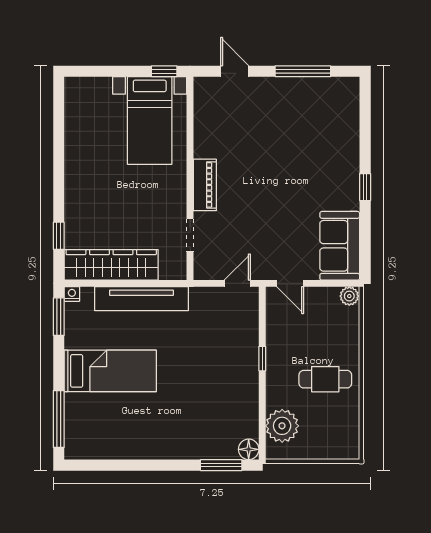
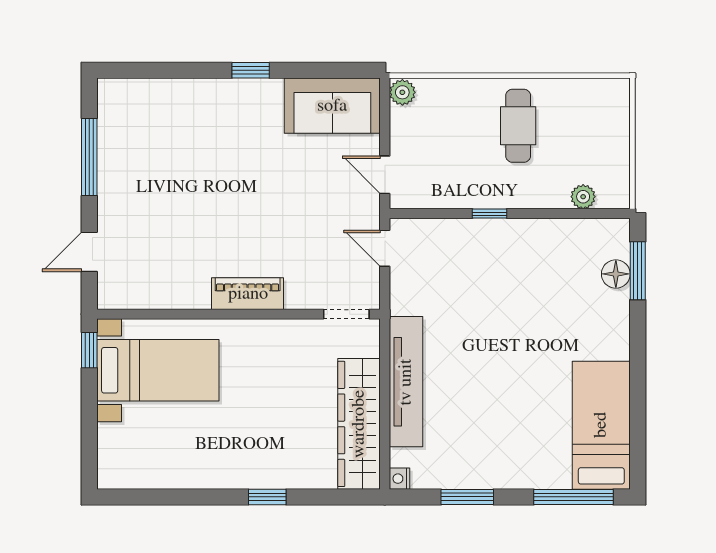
doorway: (190, 235) -> (346, 314), moved
window: (59, 236) -> (267, 497), moved
door: (290, 283) -> (385, 175), swing flipped
window: (59, 317) -> (467, 497), moved
bed: (110, 371) -> (601, 425), moved
plant: (282, 426) -> (583, 197), width x0.53, depth x0.53
floor lamp: (249, 449) -> (616, 274), moved

